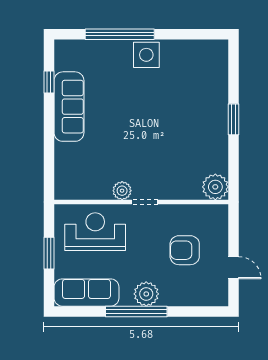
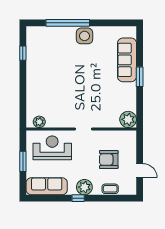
sofa: (69, 107) -> (127, 60), moved, turned 180
plant: (122, 191) -> (39, 122), moved
coffee table: (187, 297) -> (110, 189), added
window: (136, 311) -> (78, 198), width x0.32

